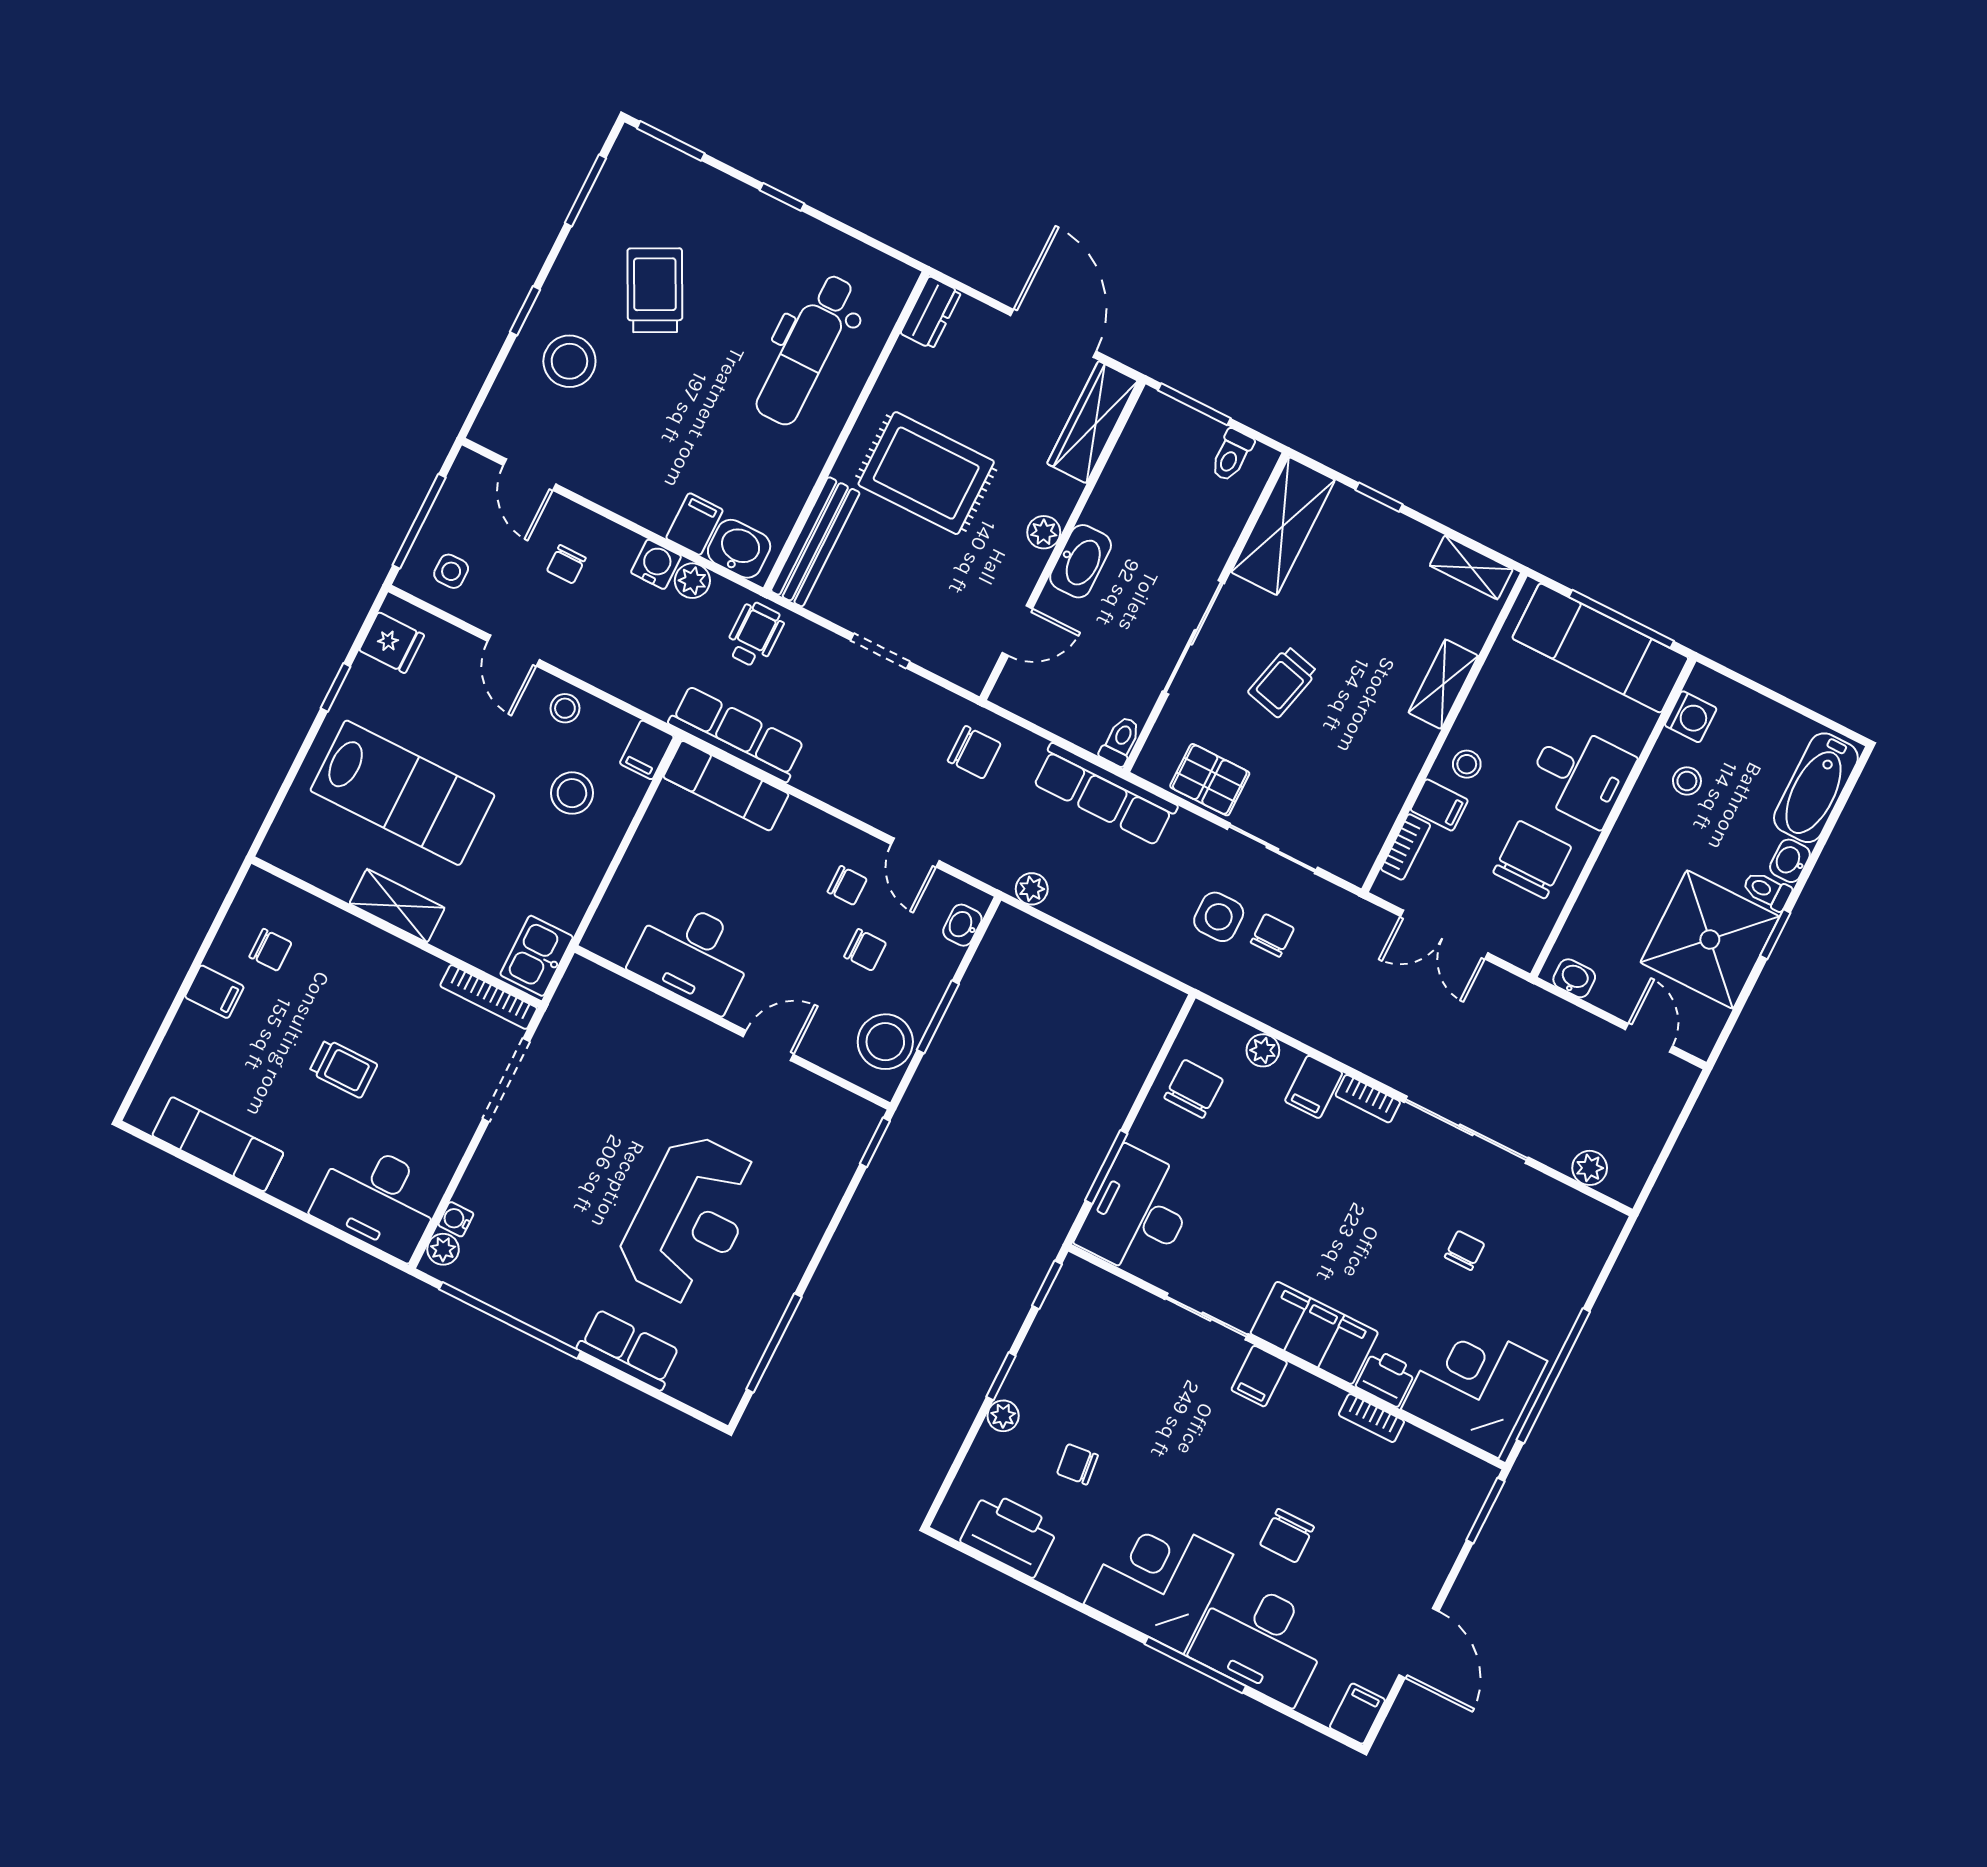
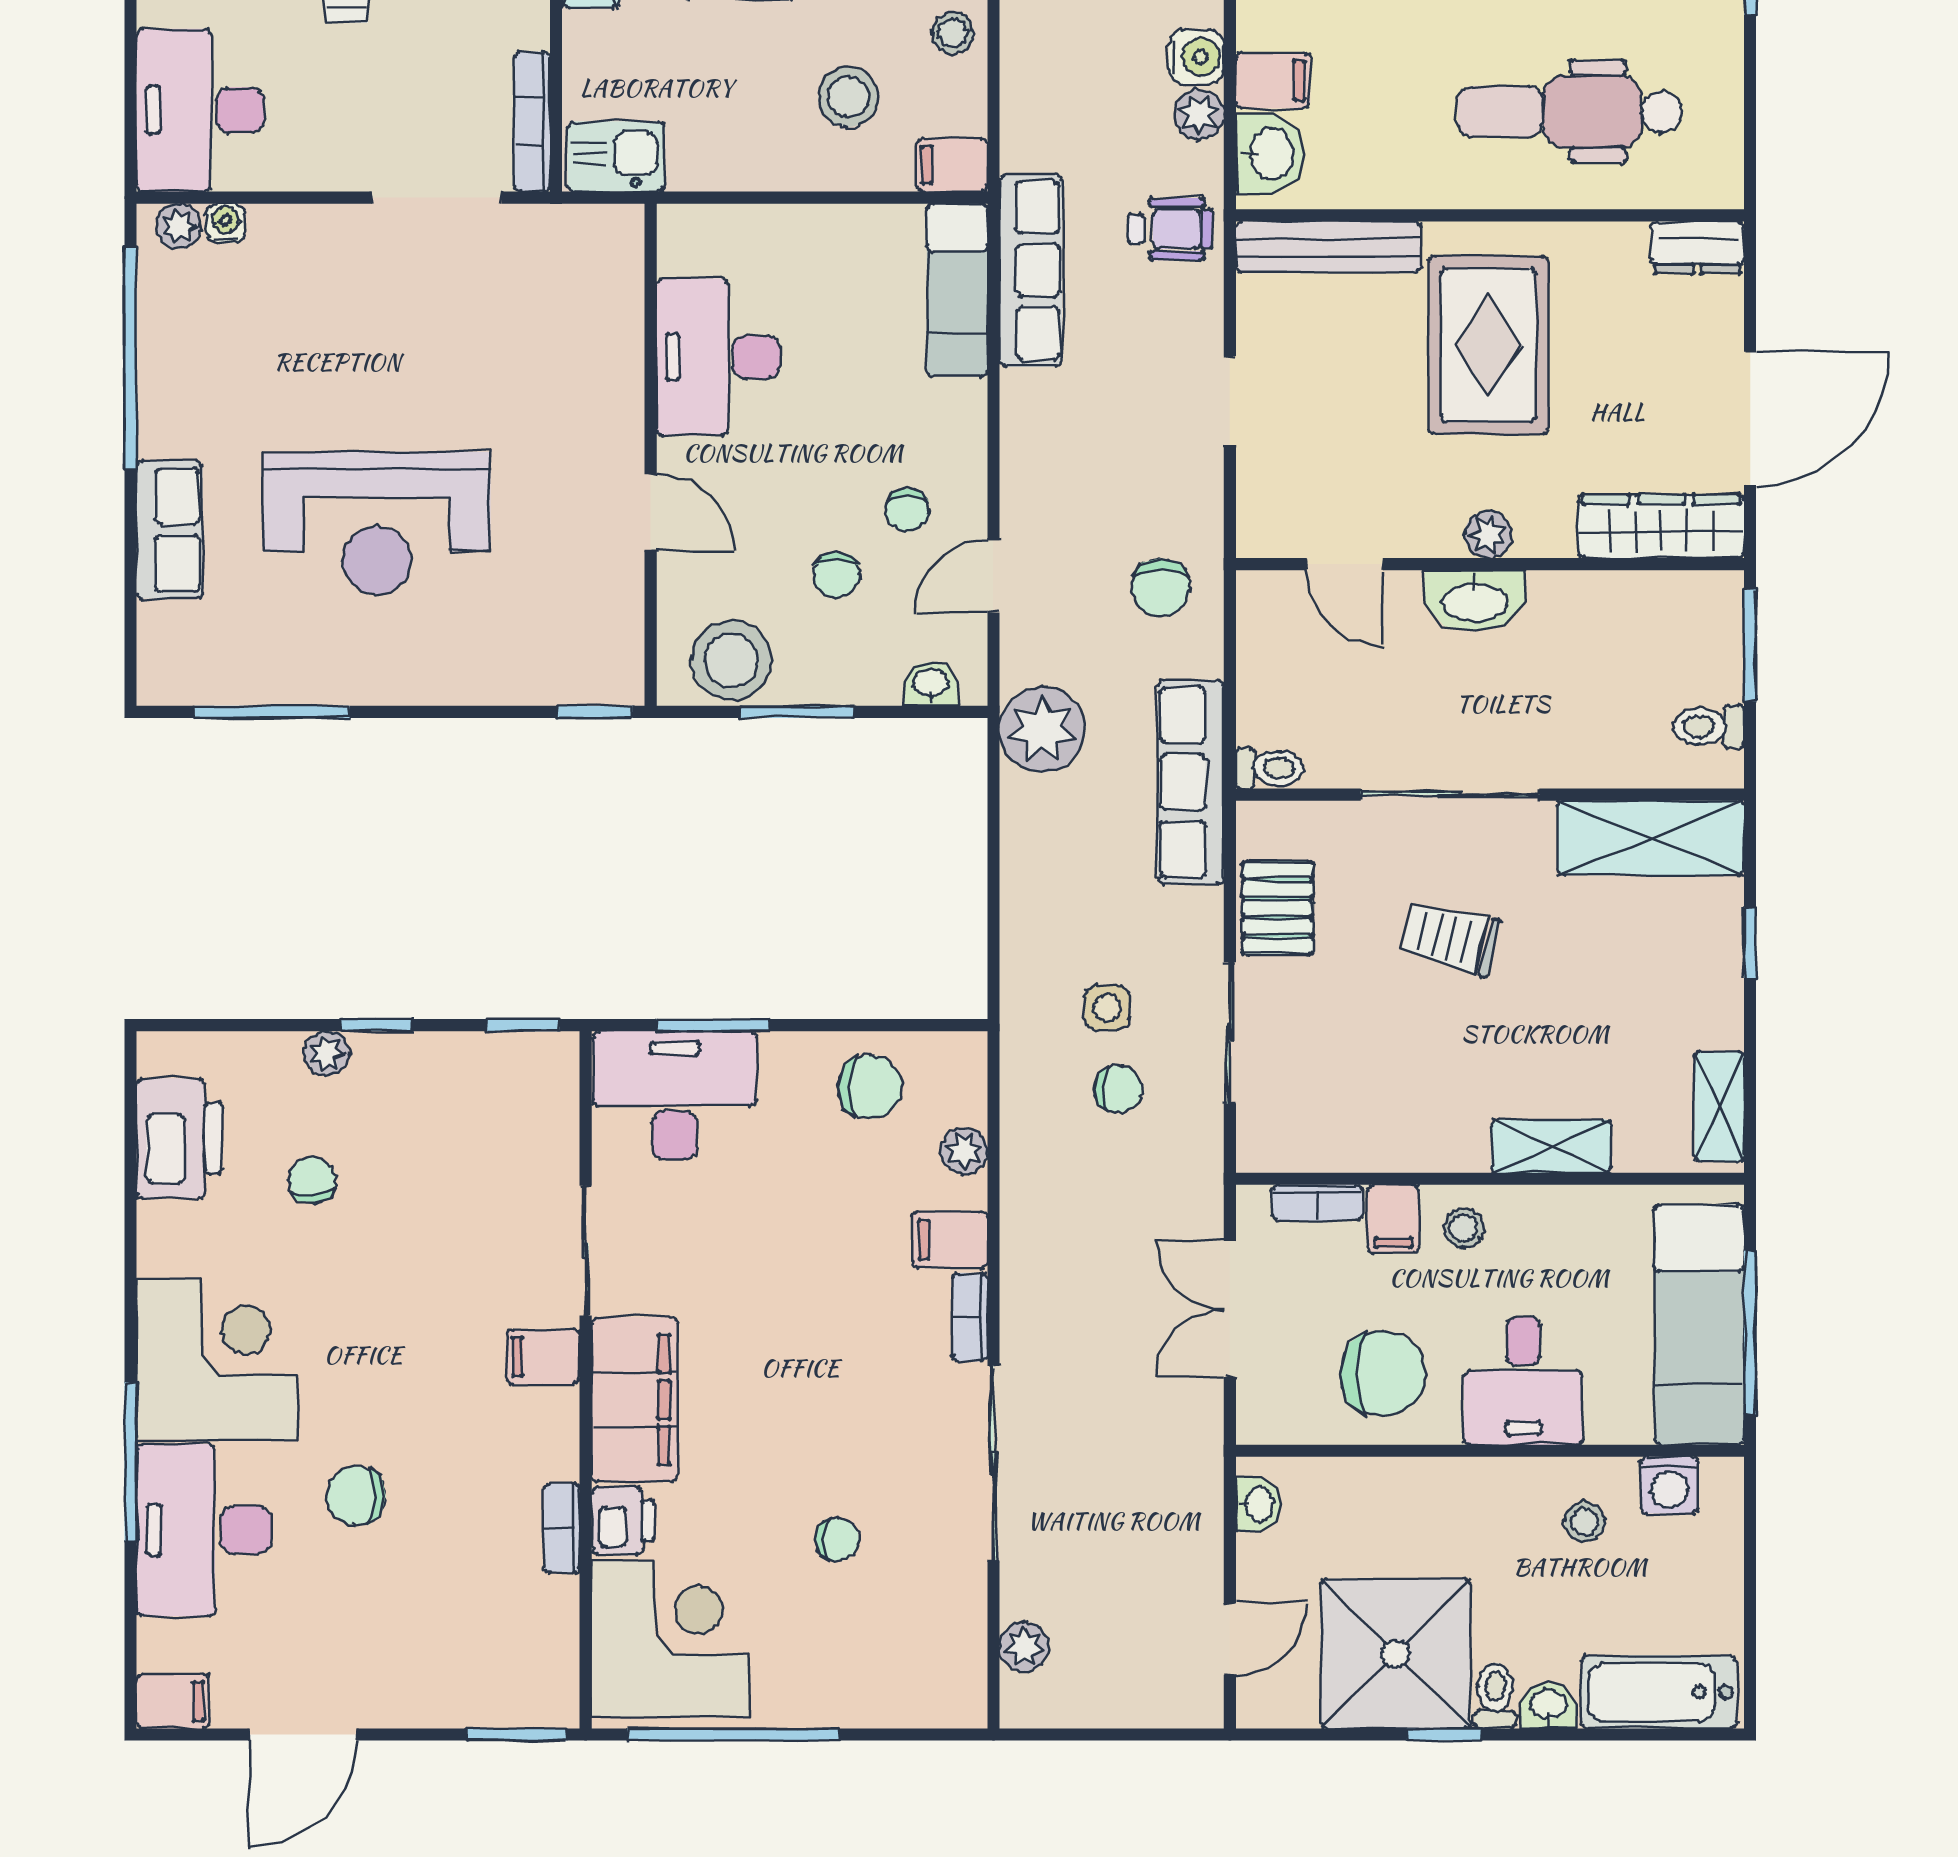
plant: (1032, 889) -> (1042, 730), width x1.87, depth x1.87
side table: (1219, 917) -> (1107, 1008), width x0.73, depth x0.73

